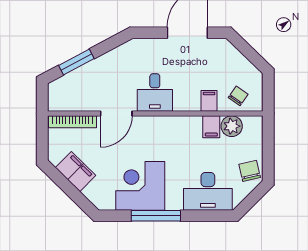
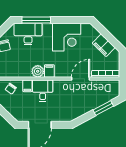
desk: (155, 92) -> (43, 91), moved
plant: (232, 126) -> (38, 71), moved
filing cabinet: (211, 127) -> (49, 71), moved
window: (156, 216) -> (36, 20), moved

